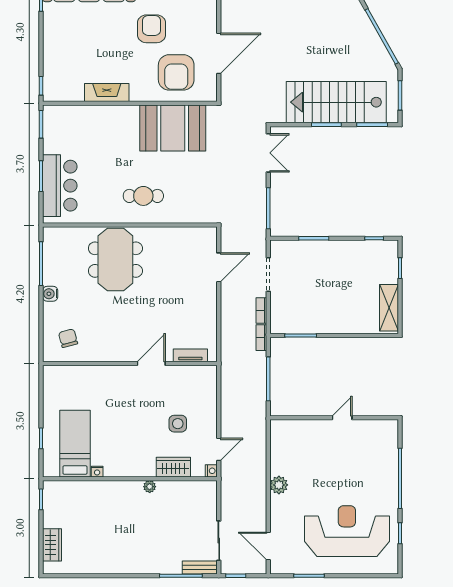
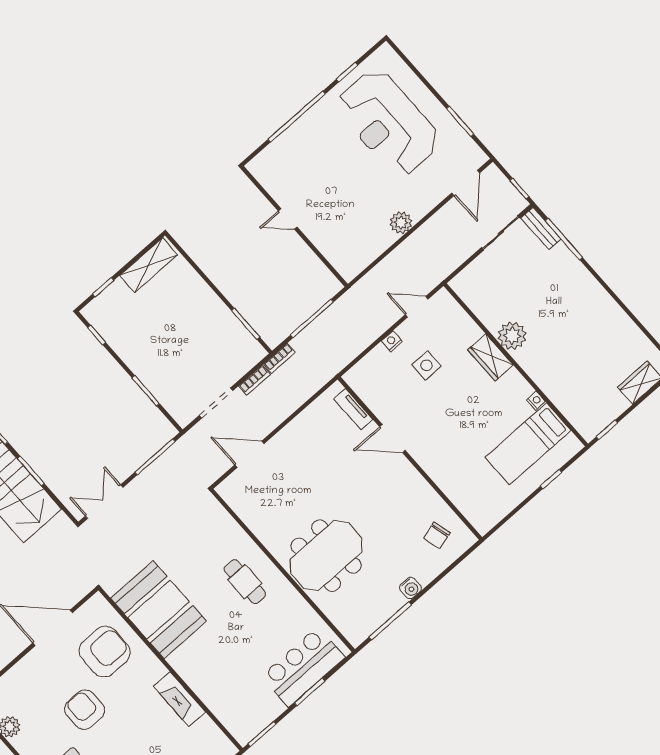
armchair: (152, 29) -> (85, 710), turned 90
wardrobe: (173, 467) -> (490, 357), moved
nightstand: (211, 471) -> (392, 341), moved
plant: (150, 487) -> (512, 336), width x1.87, depth x1.87

